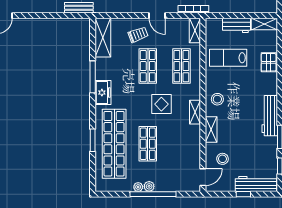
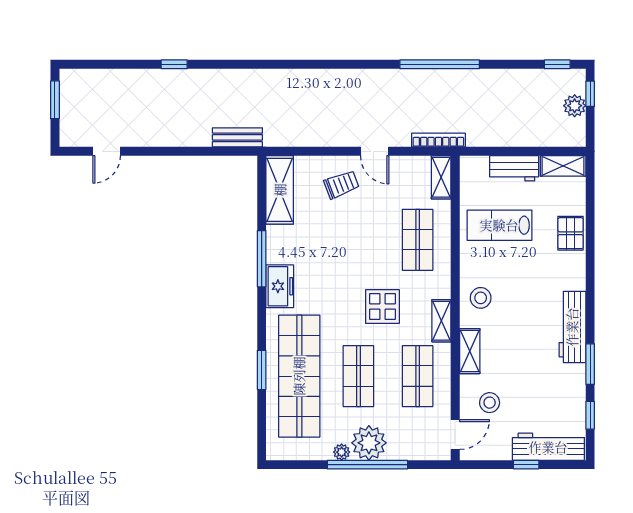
shop shelf: (148, 66) -> (418, 376), moved
plant: (149, 186) -> (369, 443), width x1.87, depth x1.87

